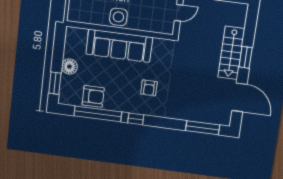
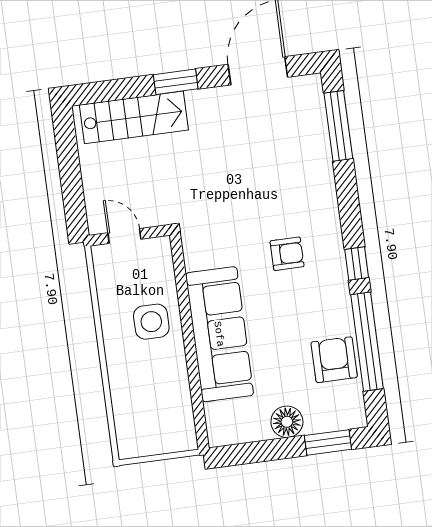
side table: (118, 17) -> (151, 322), moved
stairs: (231, 53) -> (134, 117), moved

